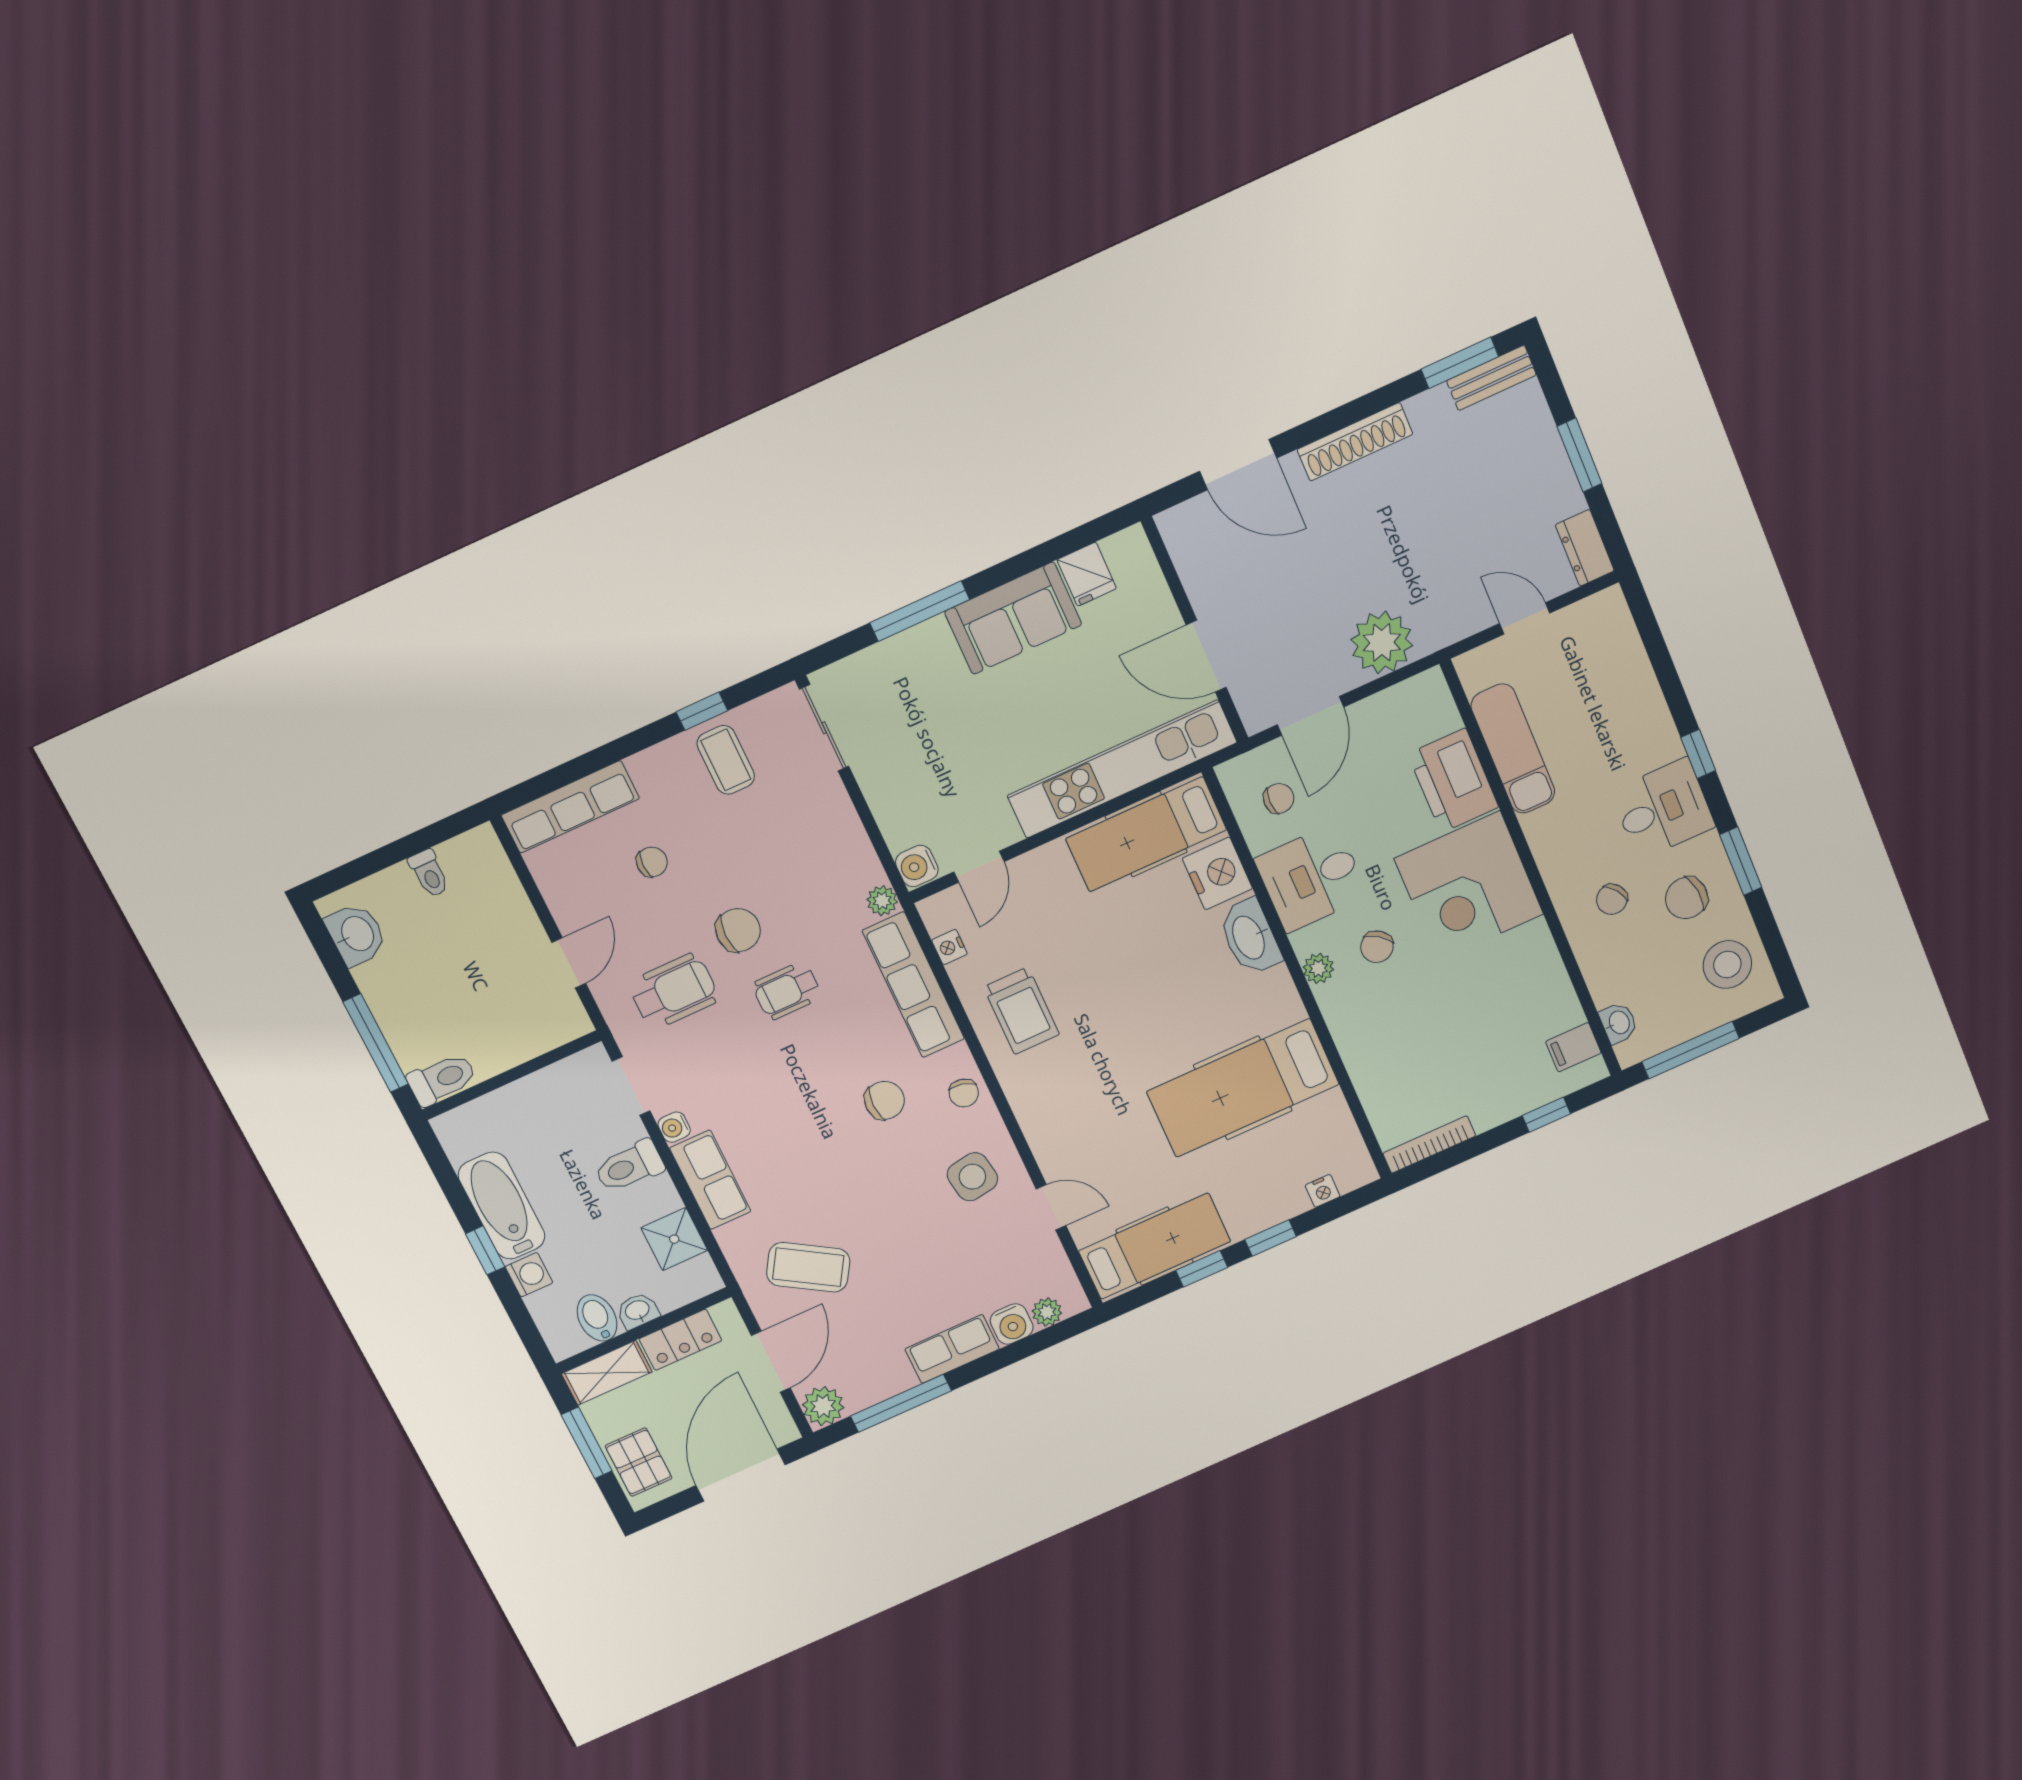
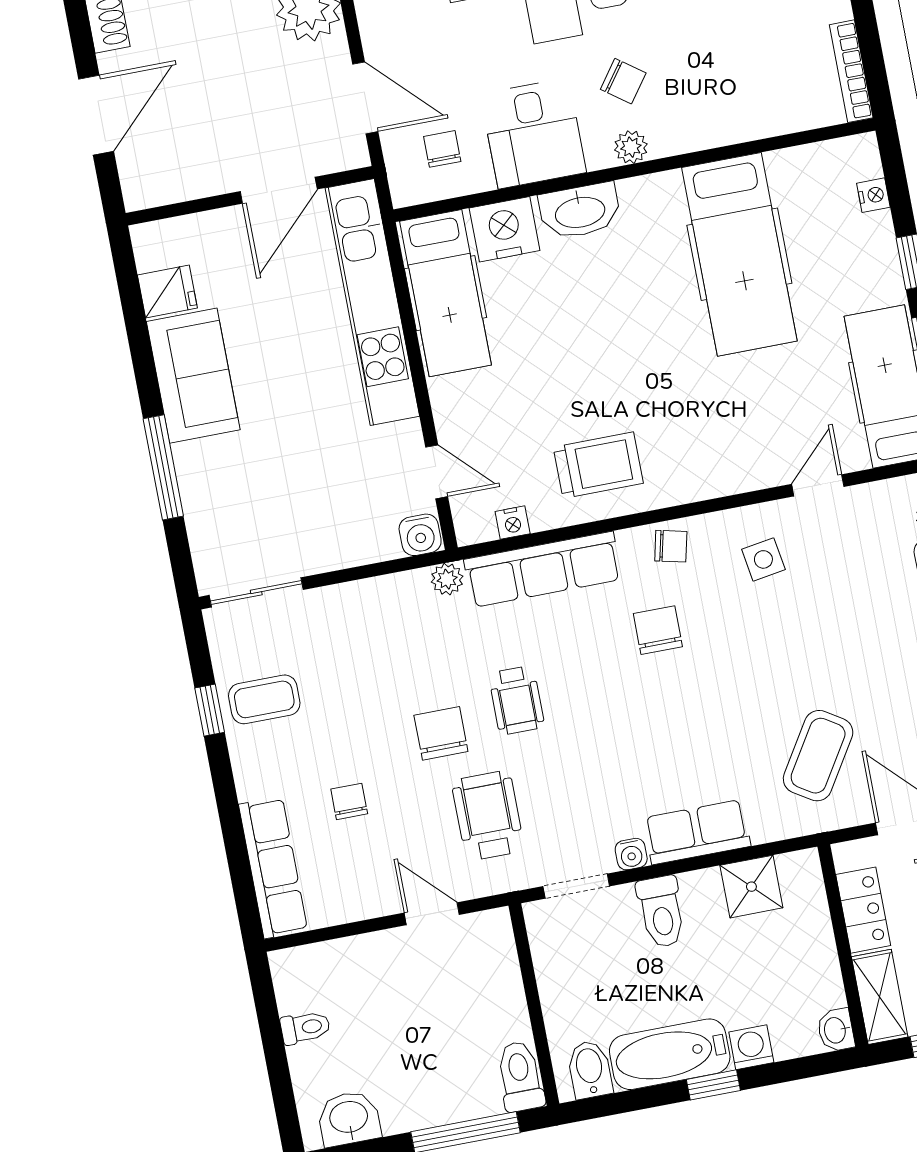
side table: (972, 1177) -> (763, 559), width x0.73, depth x0.73
washbasin: (638, 1311) -> (836, 1030), moved
bidet: (597, 1318) -> (590, 1069), moved, turned 90

